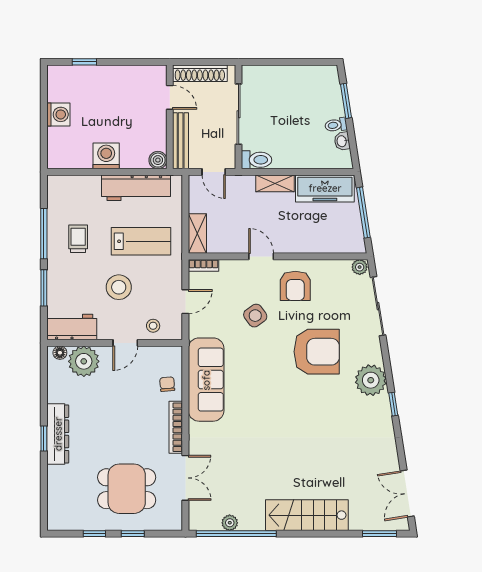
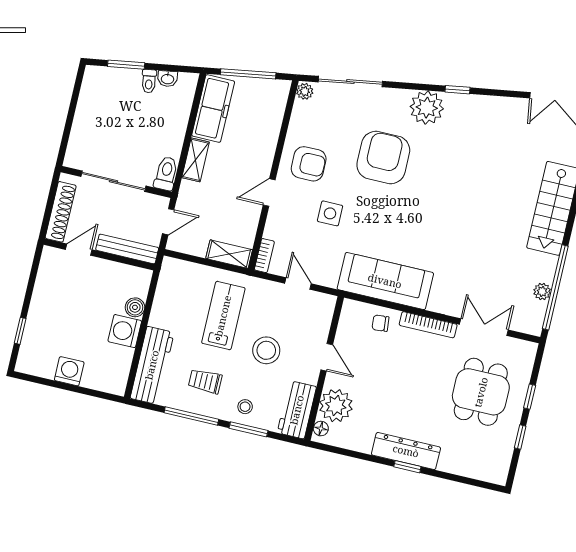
boiler: (158, 160) -> (135, 307), moved
workbench: (136, 188) -> (152, 365), moved
side table: (255, 316) -> (330, 213), turned 36
stool: (153, 326) -> (245, 407), moved

